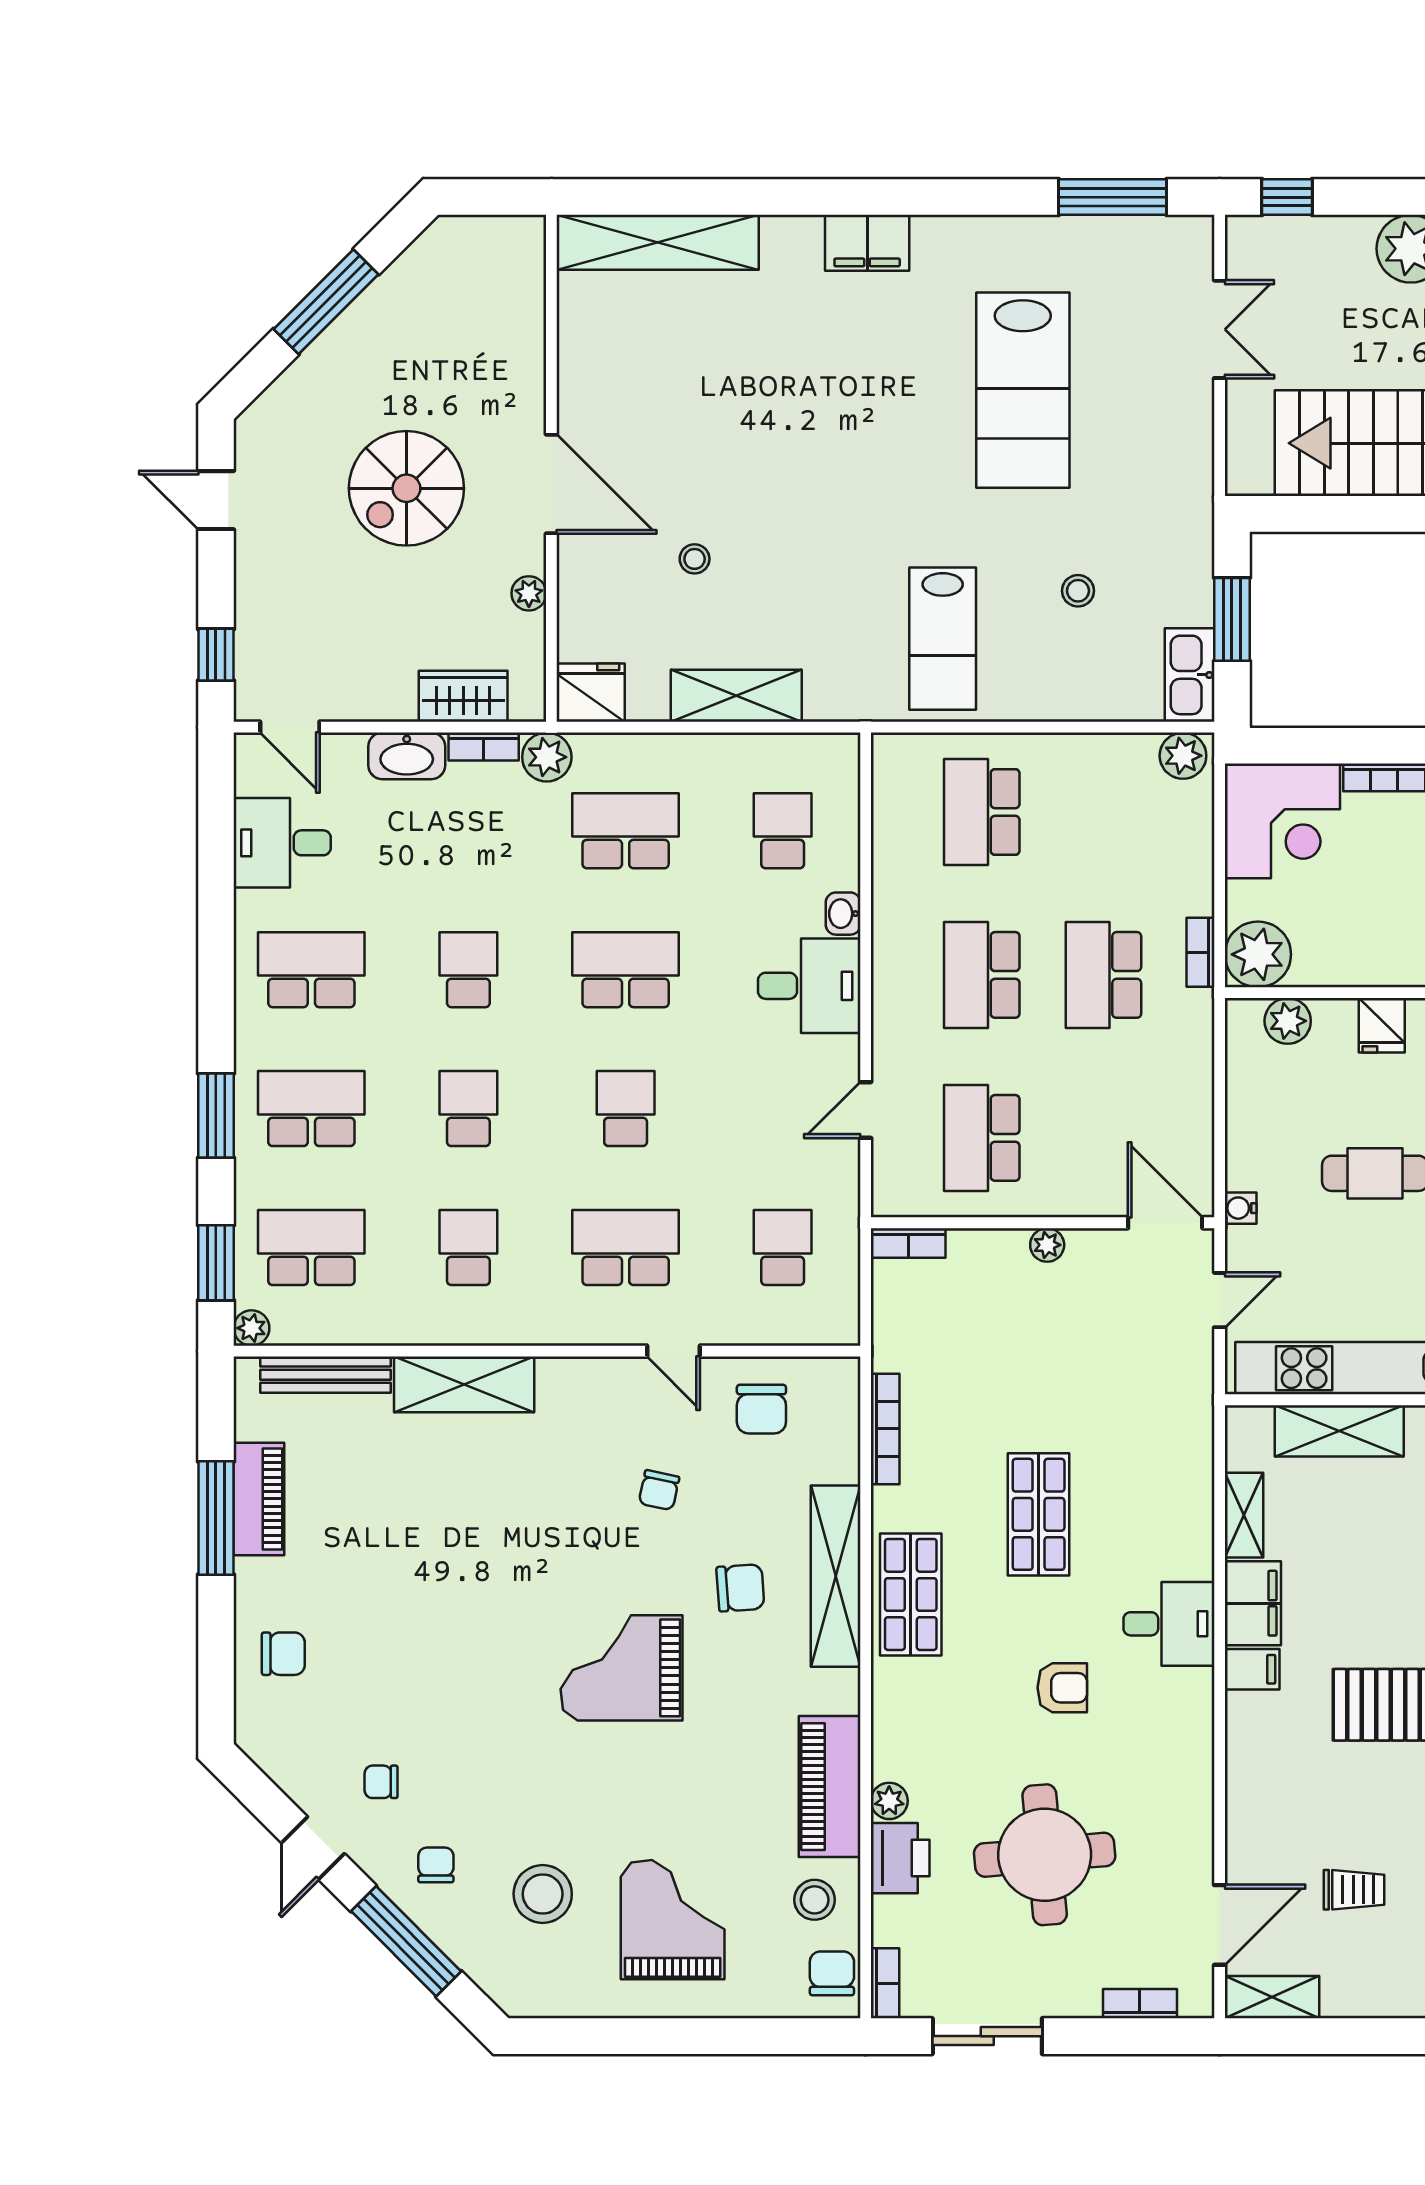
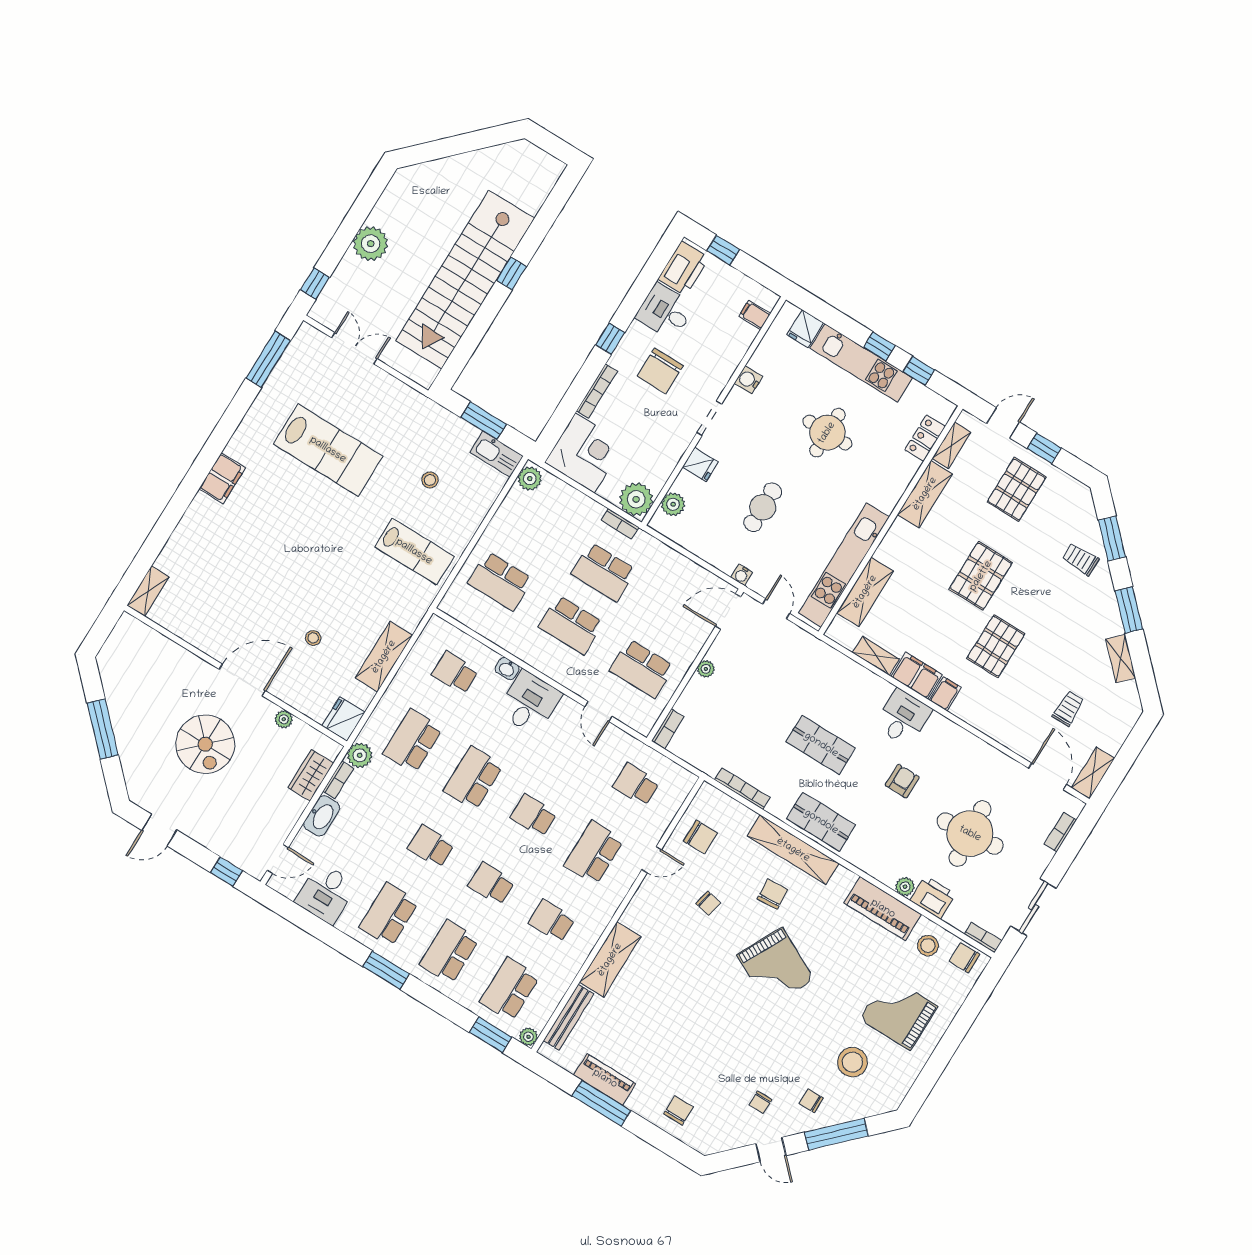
shelving: (658, 242) -> (148, 591), width x0.45, depth x0.75
window: (216, 1116) -> (386, 970), moved
grand piano: (621, 1668) -> (775, 967), turned -63

